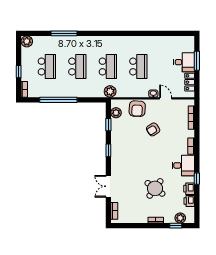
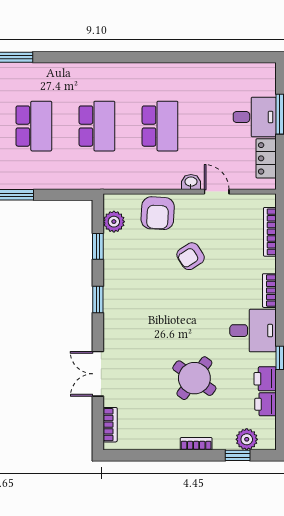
plant: (110, 91) -> (102, 178), removed

